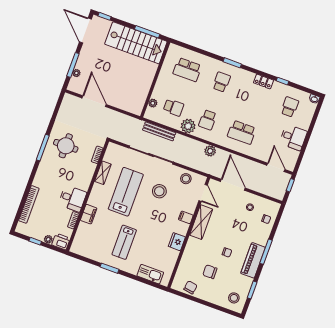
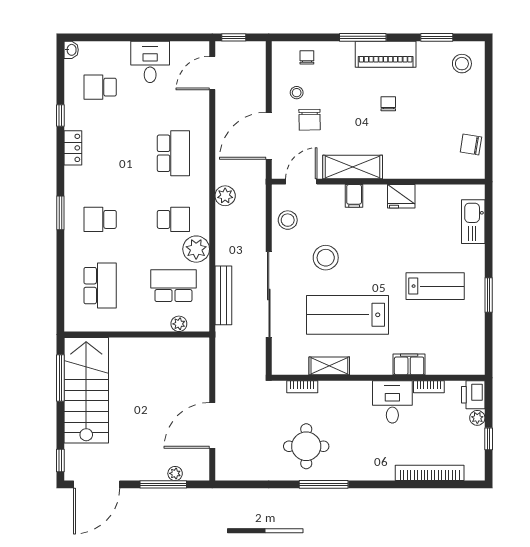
school desk: (174, 107) -> (173, 286), width x1.85
chair: (210, 272) -> (310, 120), moved

